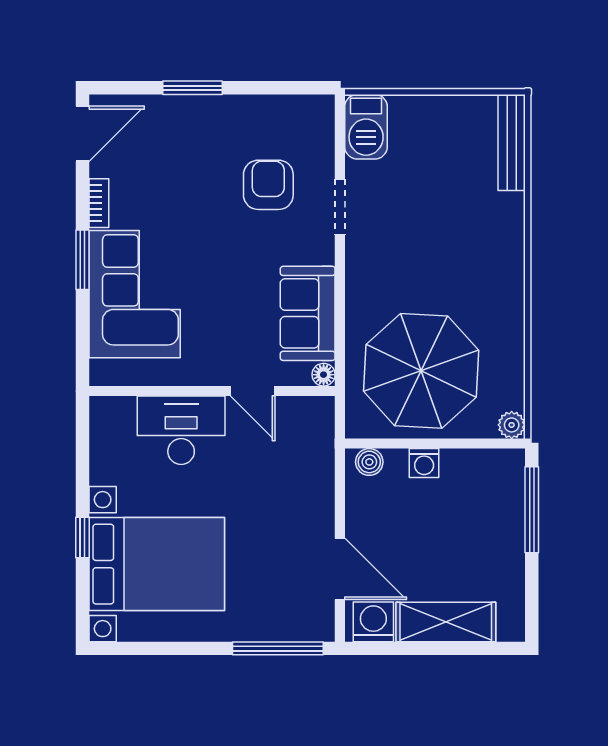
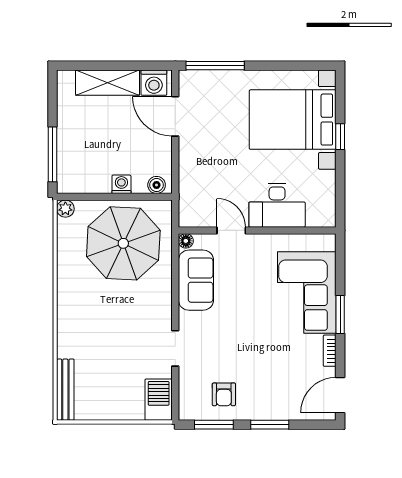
window: (280, 88) -> (214, 425), added
armchair: (268, 185) -> (224, 394), moved, width x0.72, depth x0.72

